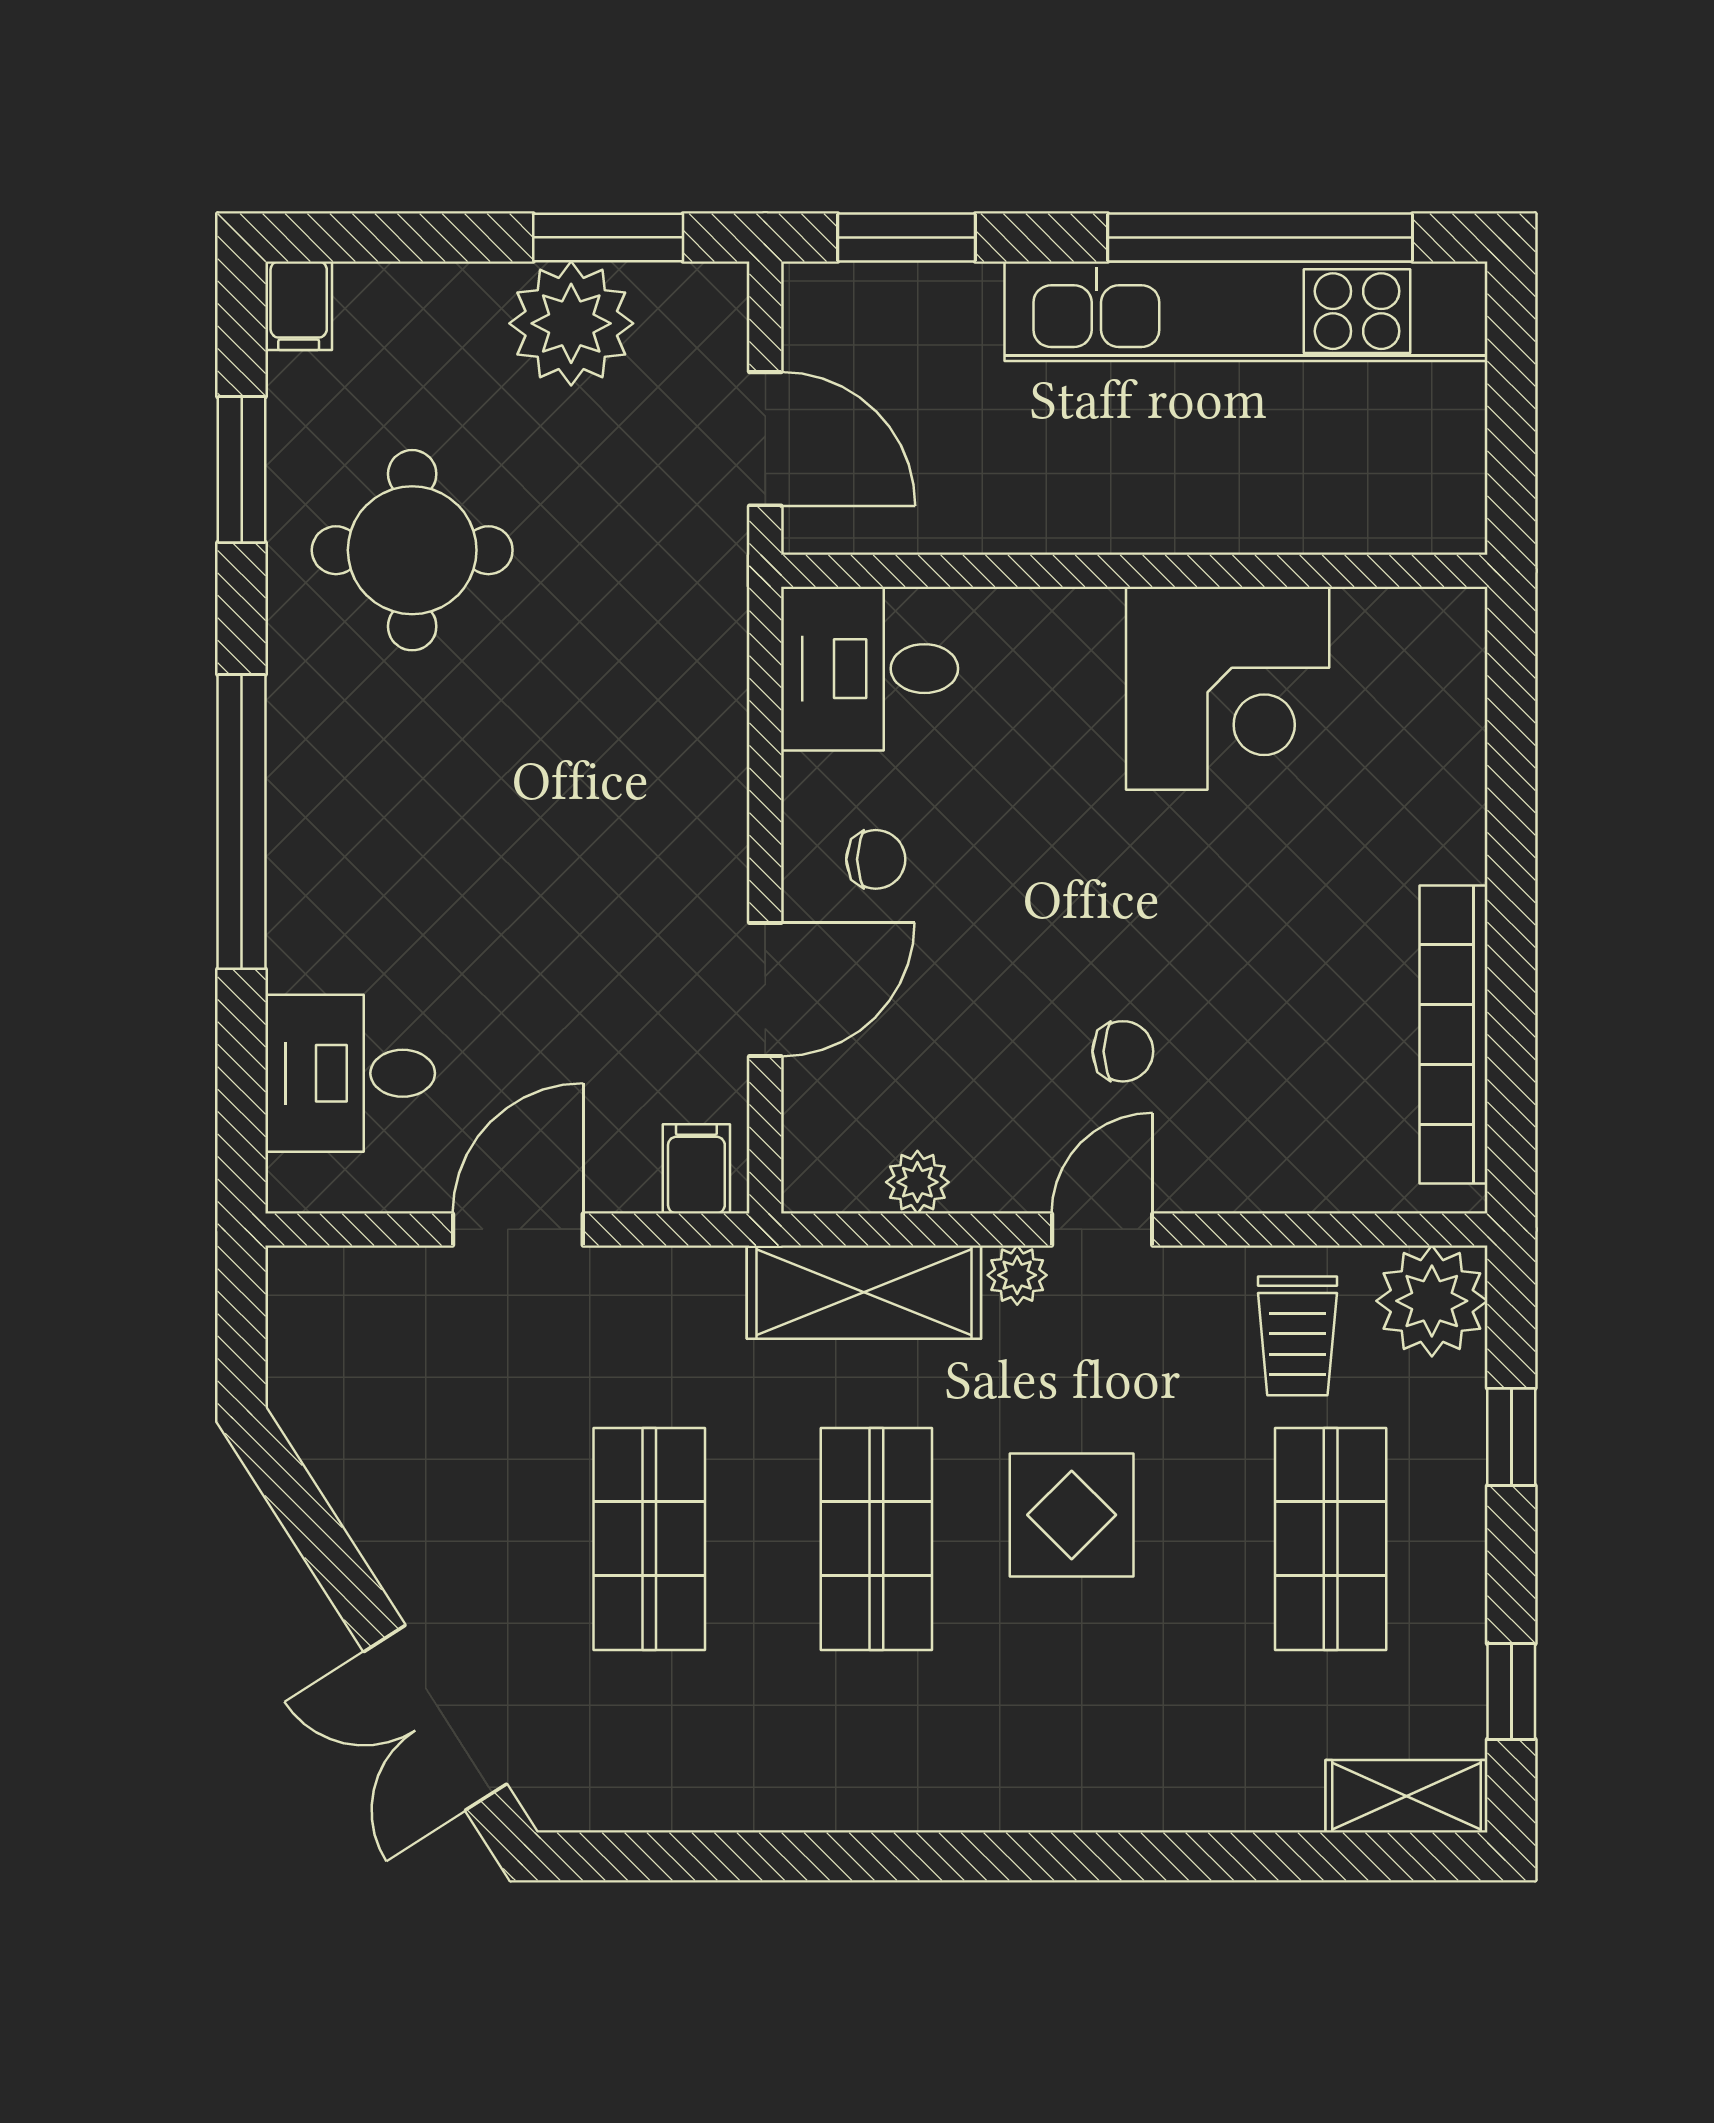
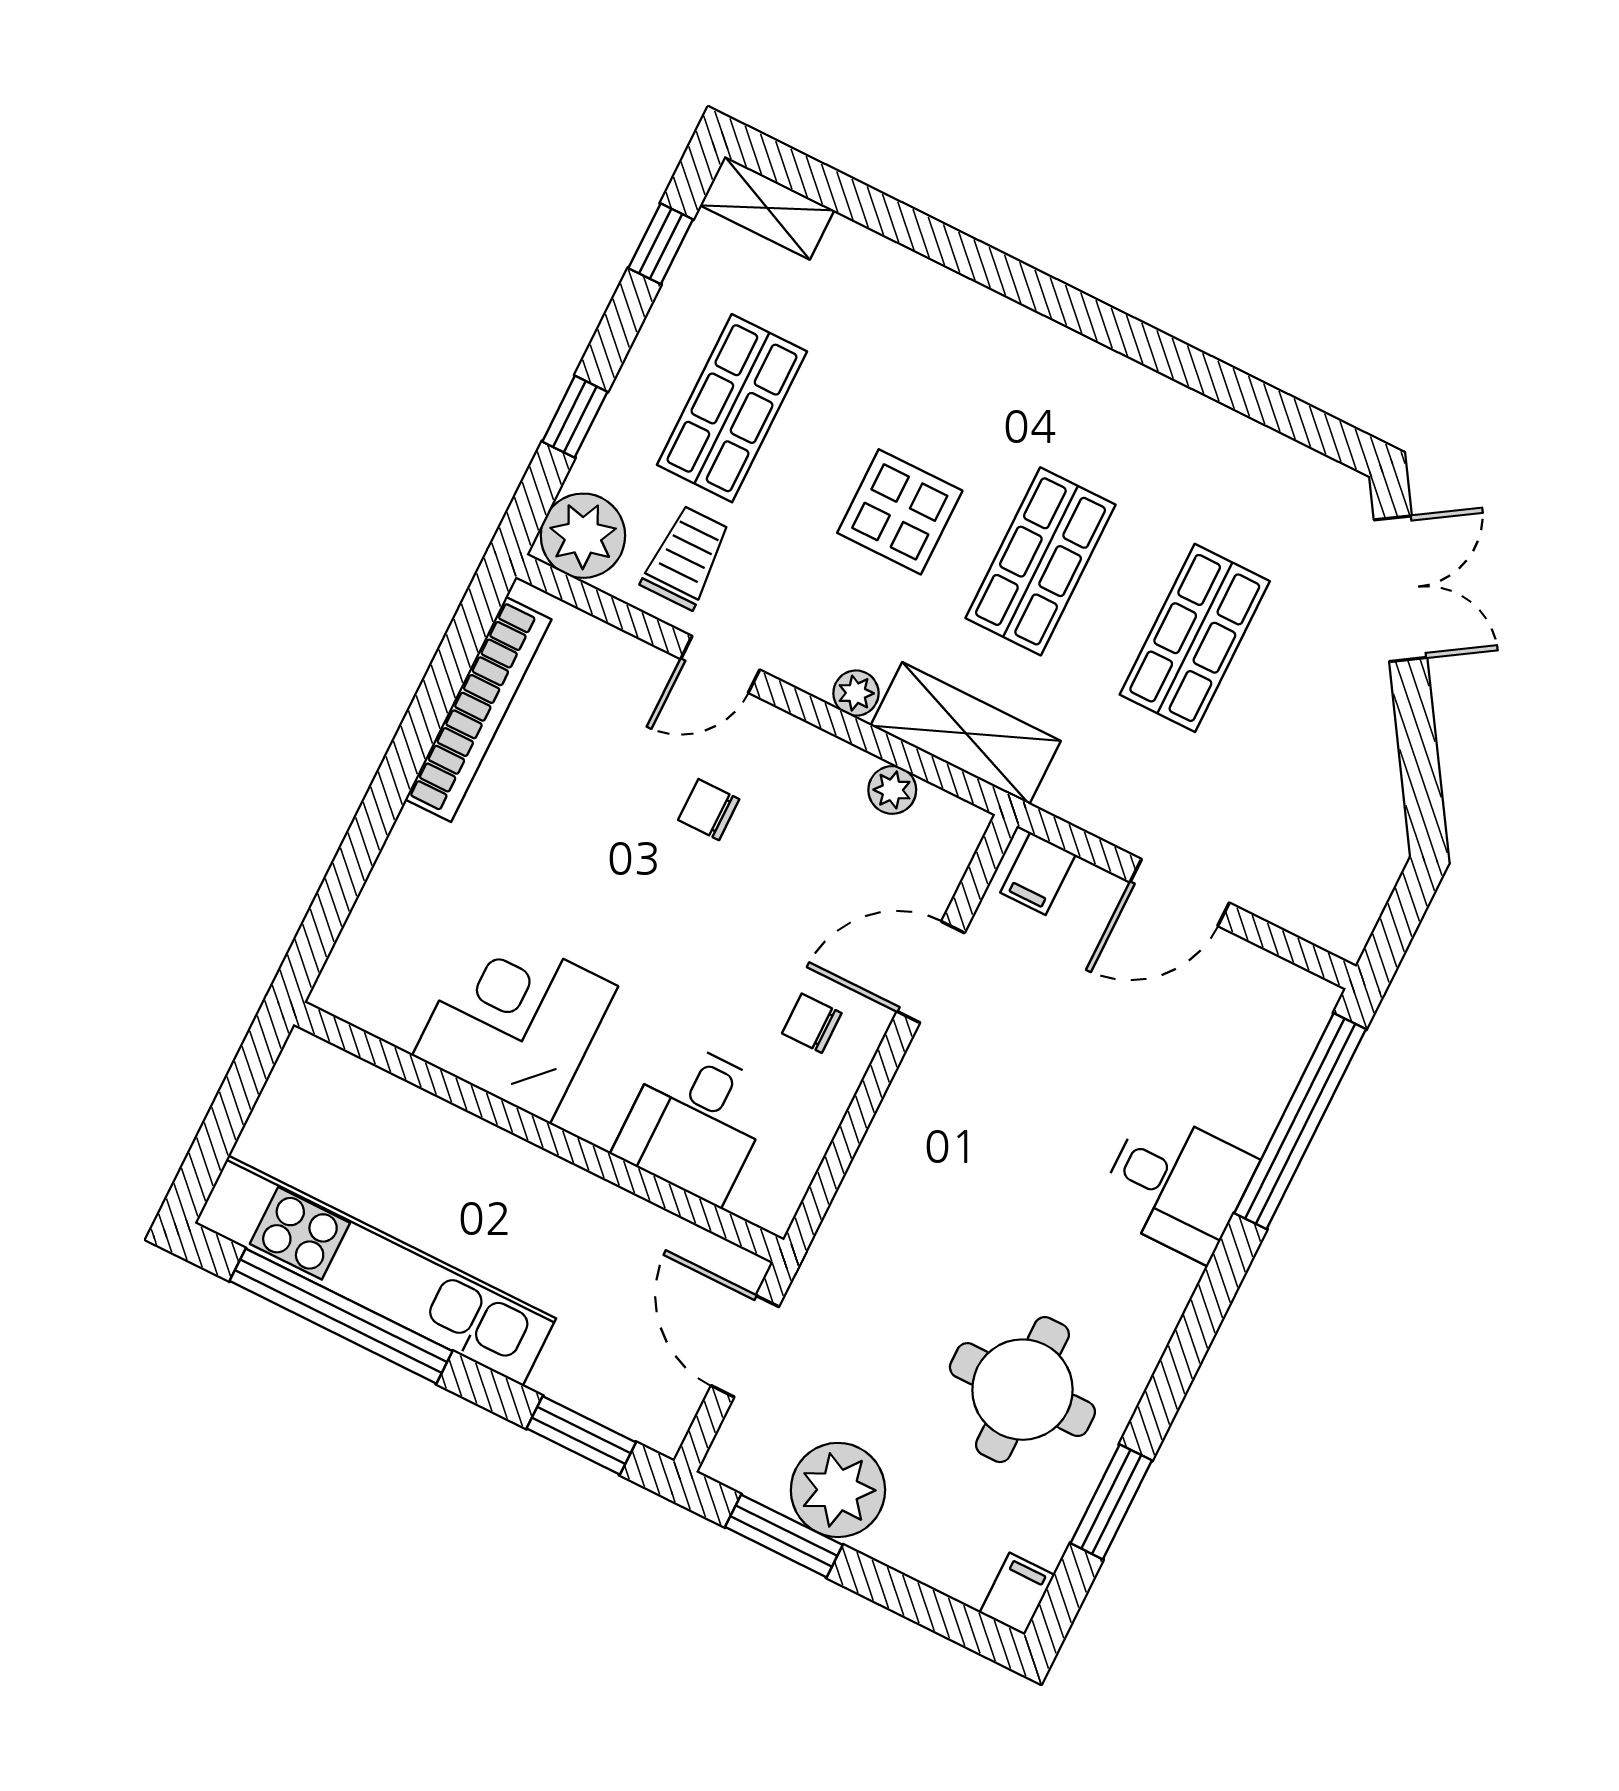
desk: (870, 669) -> (695, 1121), moved, turned 90
window: (242, 822) -> (1300, 1121), moved
desk: (350, 1073) -> (1177, 1185), moved
door: (1102, 1229) -> (720, 664), moved

